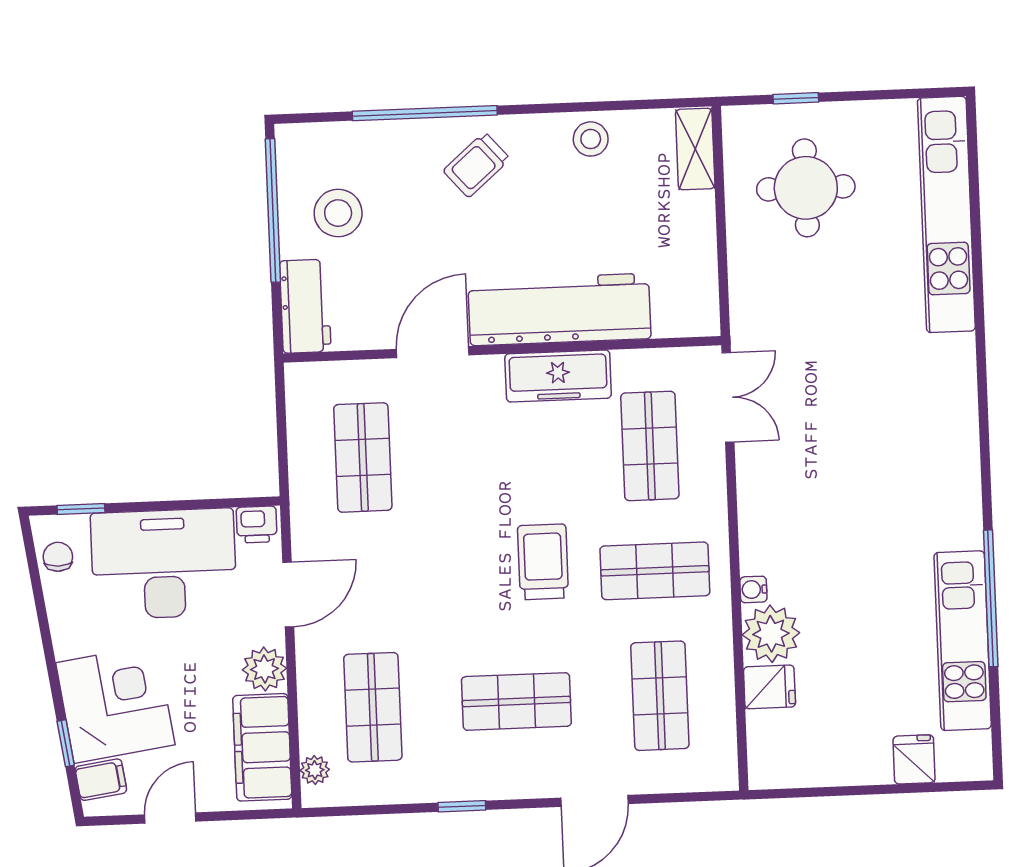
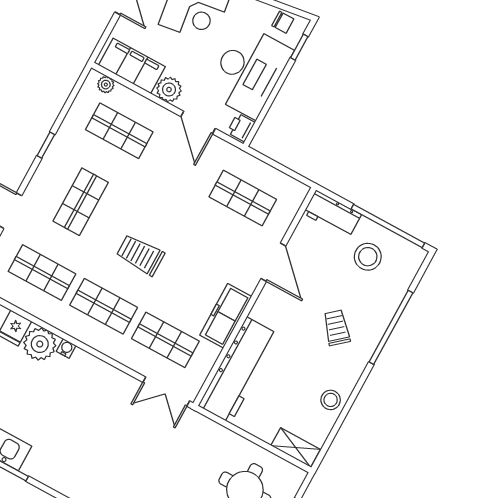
trolley: (477, 165) -> (337, 328), moved
workbench: (559, 309) -> (239, 370), moved
trolley: (543, 562) -> (140, 255), turned 180
shop shelf: (655, 571) -> (104, 306), turned 90

